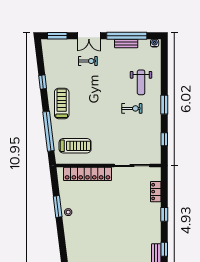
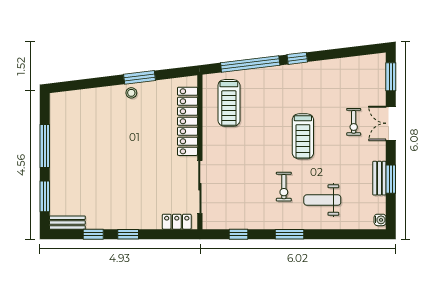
window: (127, 36) -> (391, 179), width x0.47
window: (43, 82) -> (297, 58), moved
treadmill: (62, 104) -> (303, 136), moved, turned 90
locker: (156, 192) -> (177, 222), moved
window: (164, 249) -> (93, 234), moved

